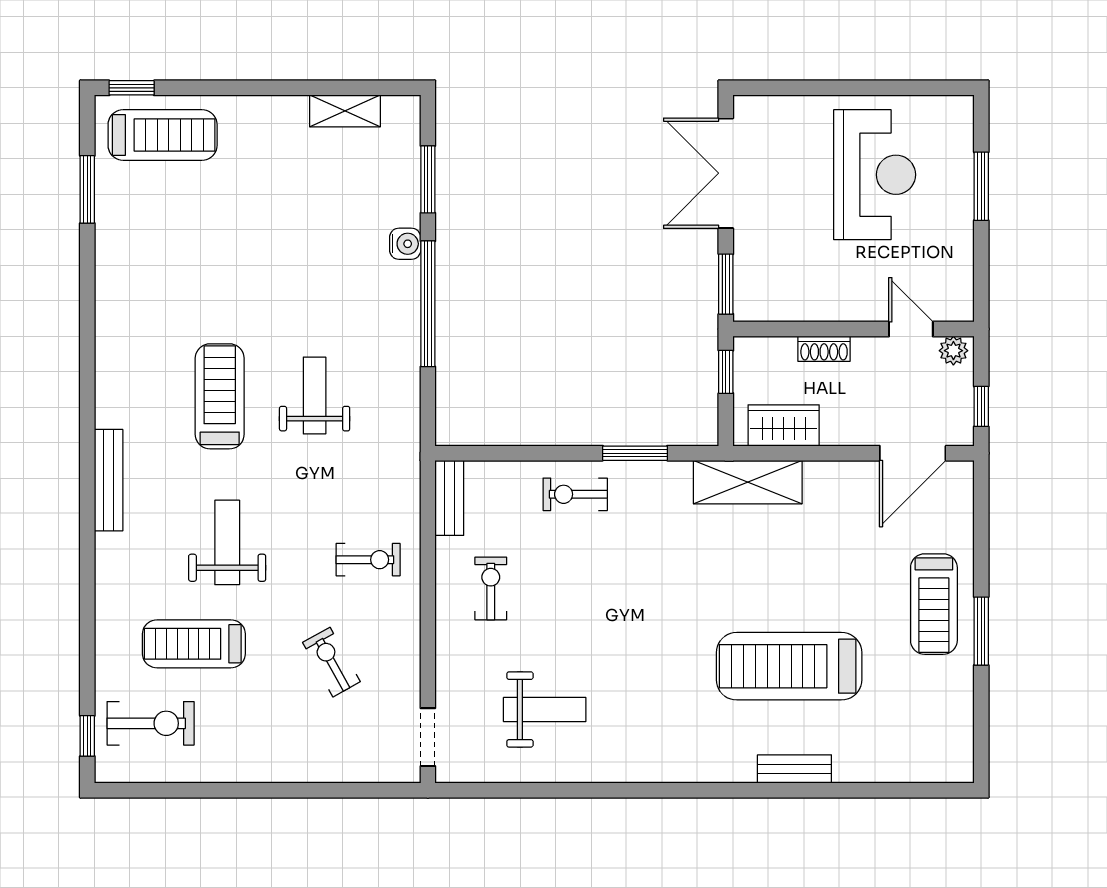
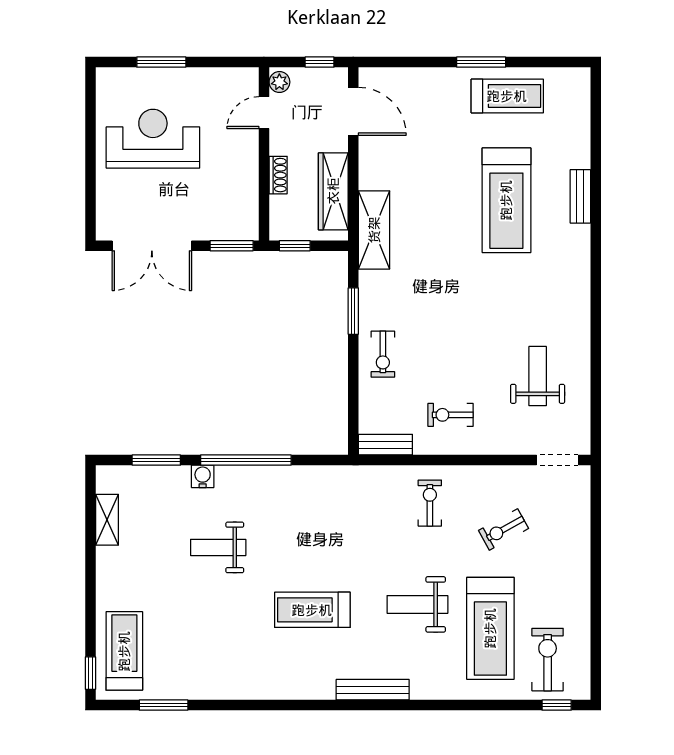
weight bench: (315, 396) -> (218, 547), moved
wardrobe: (784, 425) -> (333, 191), width x1.50
treadmill: (934, 604) -> (507, 96), moved
treadmill: (194, 644) -> (490, 628), width x1.37, depth x1.38

